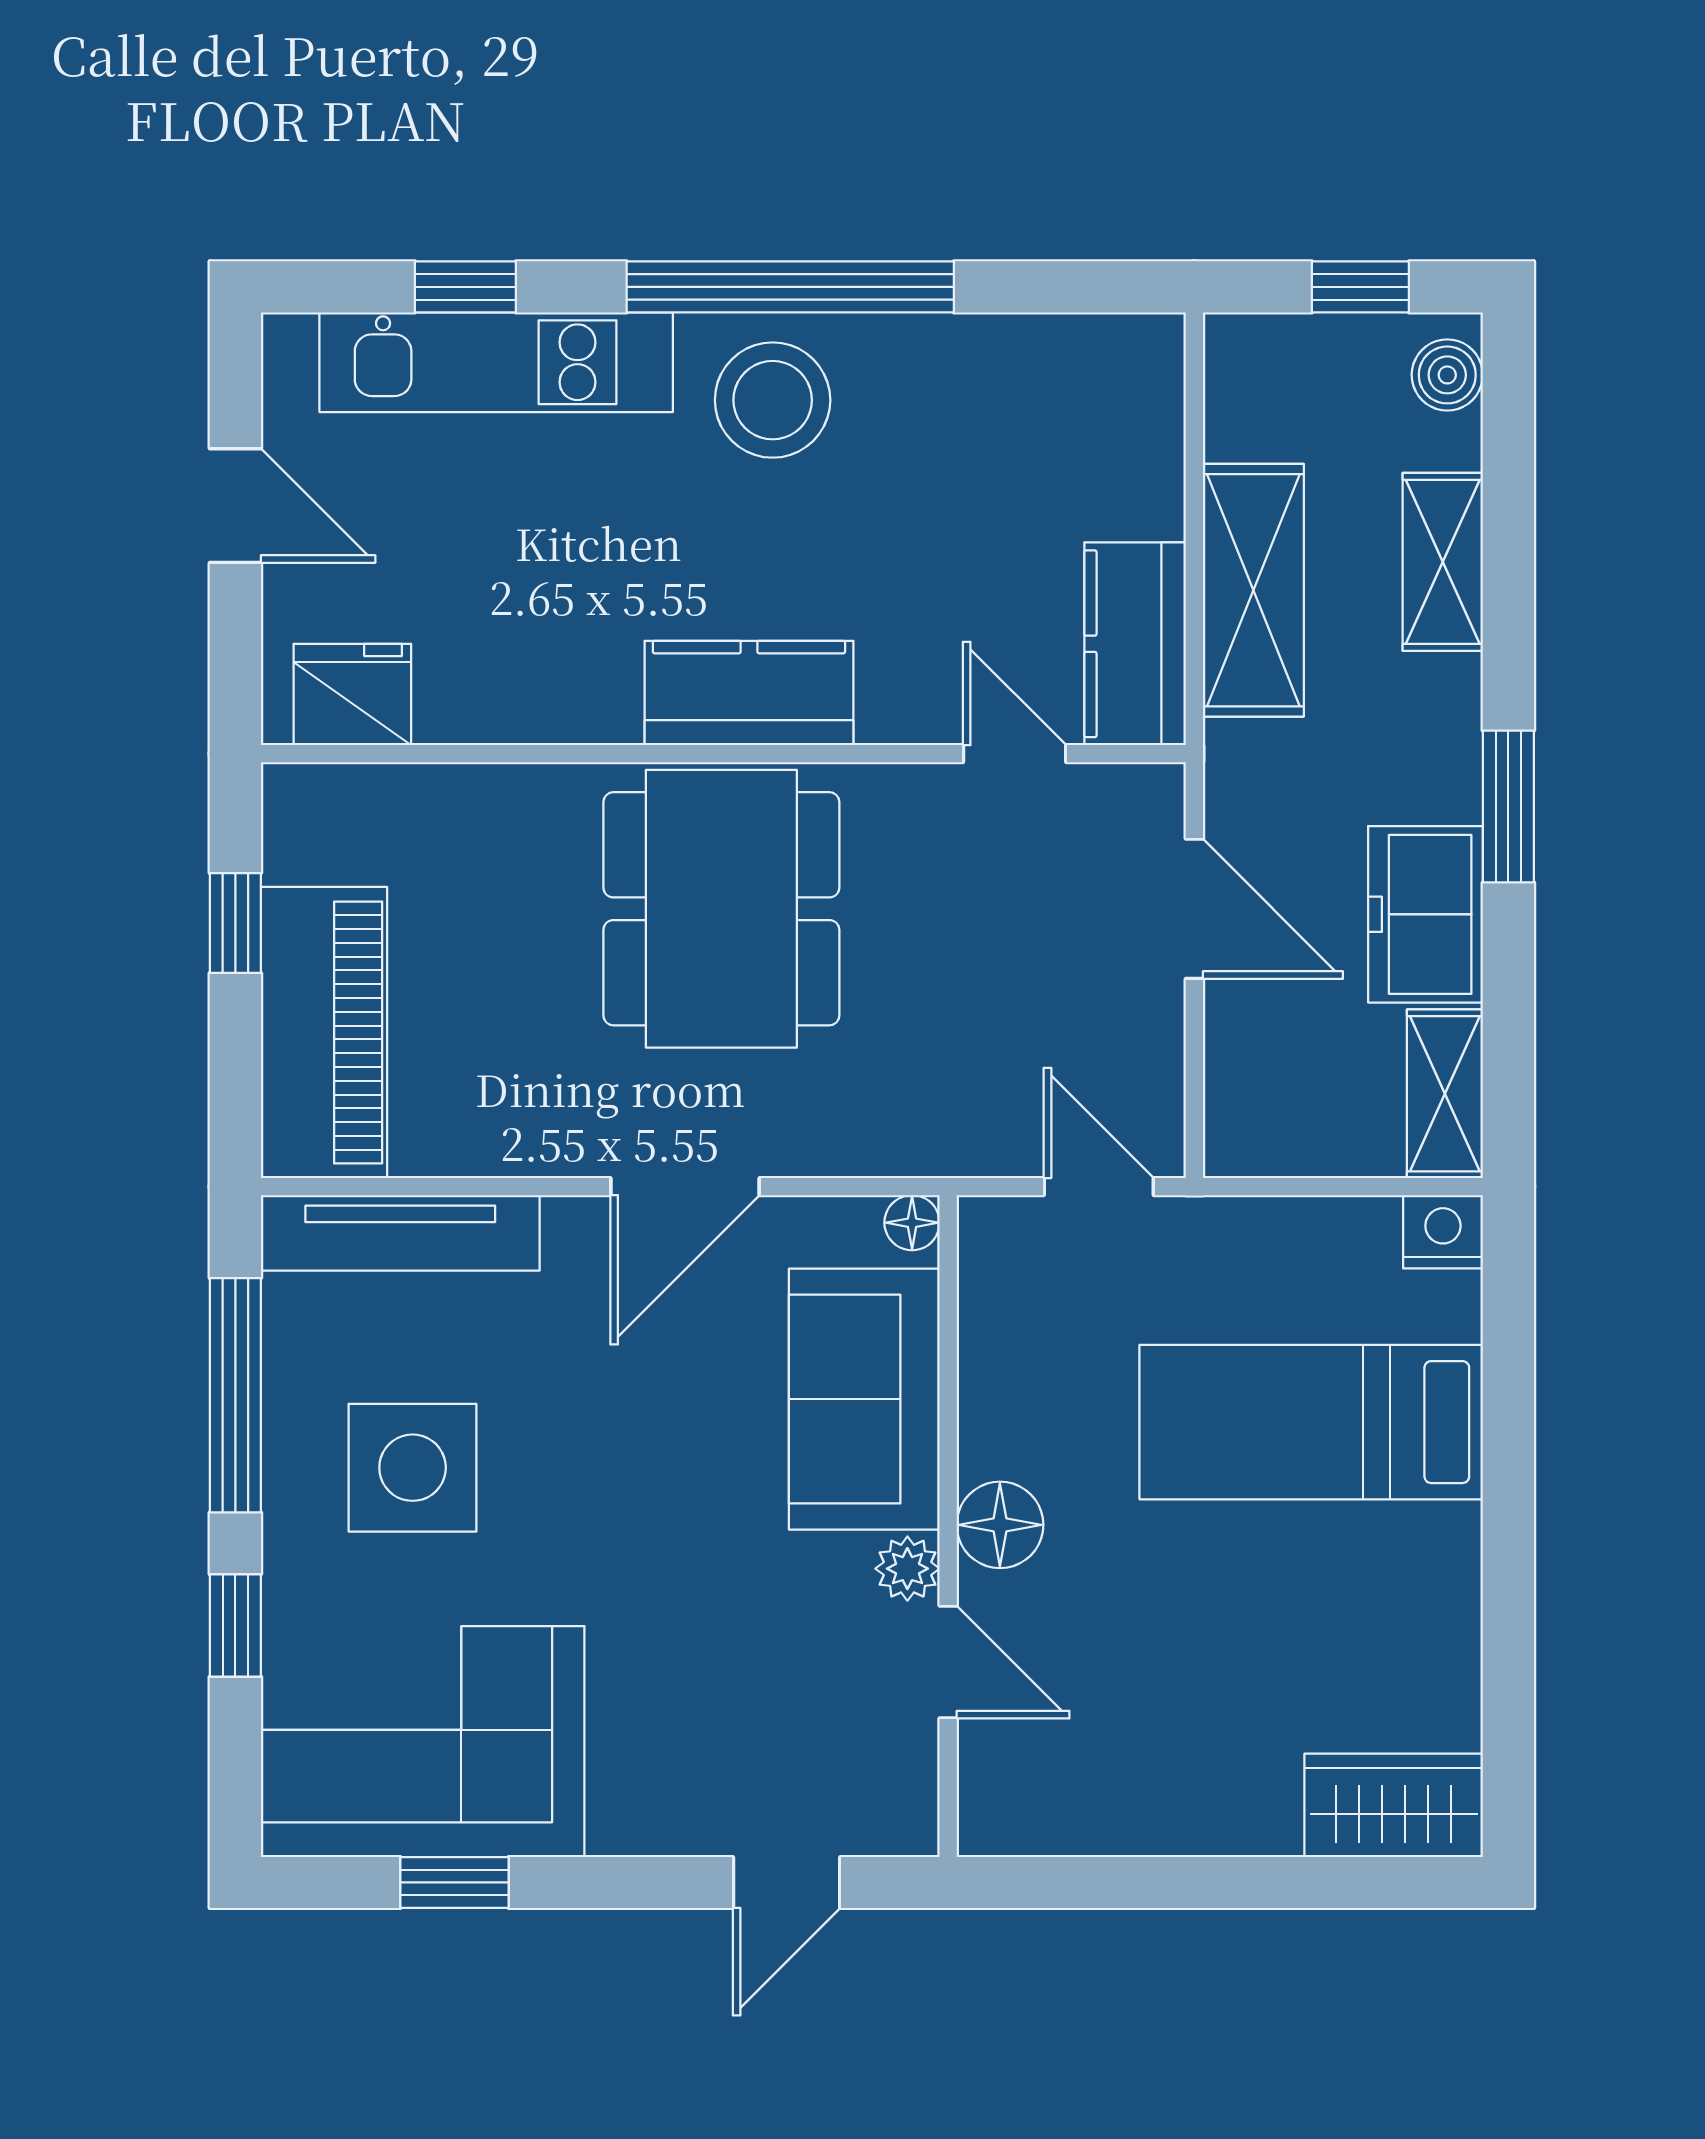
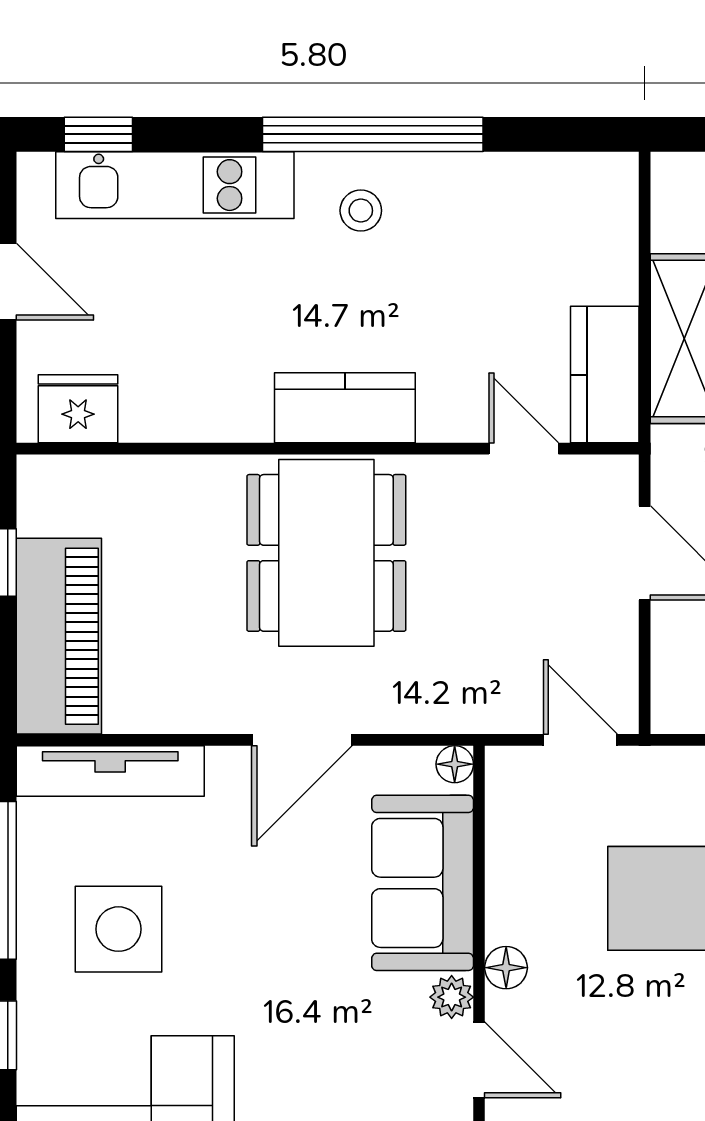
window: (465, 287) -> (98, 134), moved
stool: (773, 400) -> (361, 211), width x0.53, depth x0.53
floor lamp: (1000, 1525) -> (506, 968), width x0.73, depth x0.73

